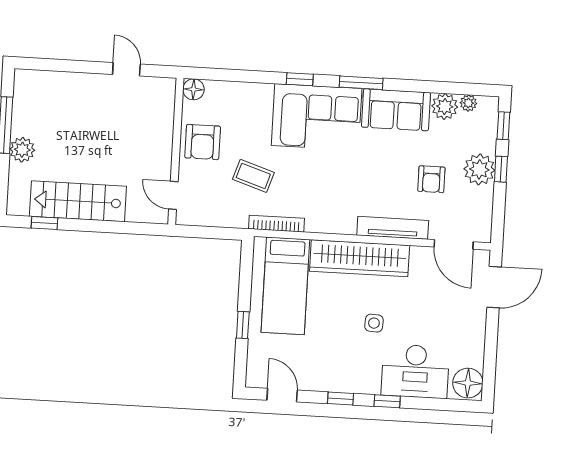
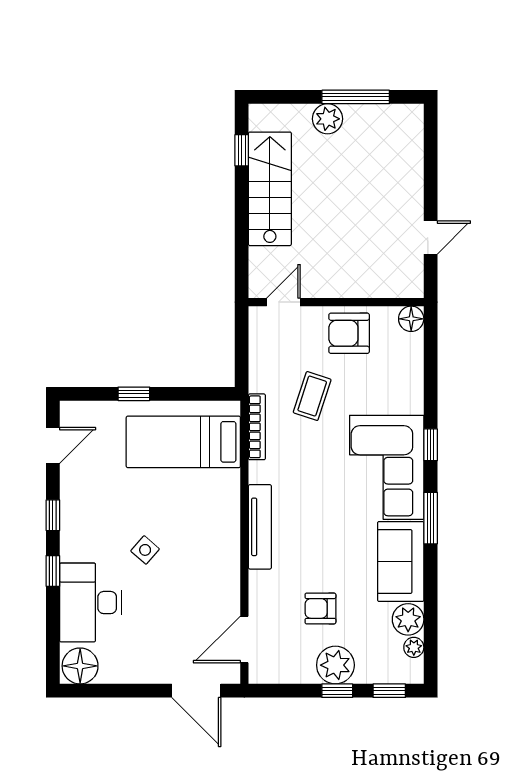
tv unit: (393, 228) -> (260, 527), moved
wardrobe: (360, 258) -> (221, 528), removed
side table: (374, 323) -> (145, 550), turned 38

